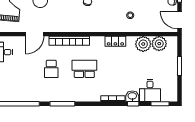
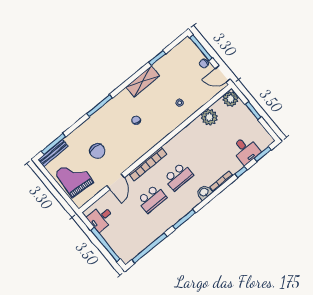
locker: (115, 41) -> (185, 134), removed
plant: (159, 44) -> (231, 99), moved
school desk: (51, 69) -> (152, 199), width x1.85
school desk: (84, 69) -> (178, 177), turned 180
washbasin: (132, 96) -> (204, 192), moved

